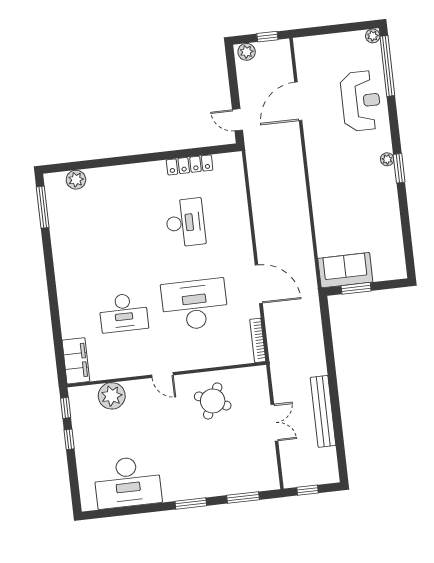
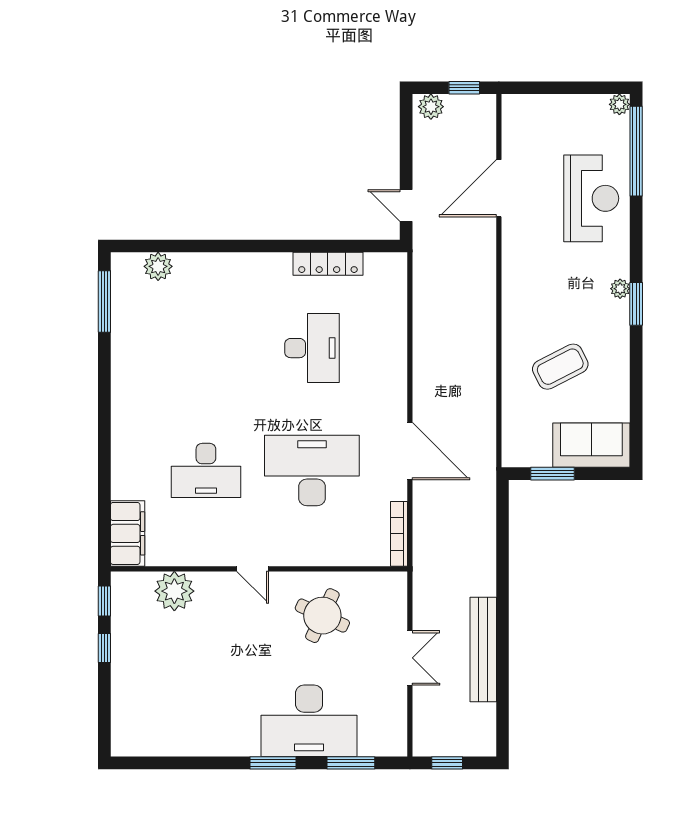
coffee table: (353, 216) -> (560, 367), added
sofa: (345, 270) -> (591, 445), moved
desk: (128, 482) -> (309, 721), moved

